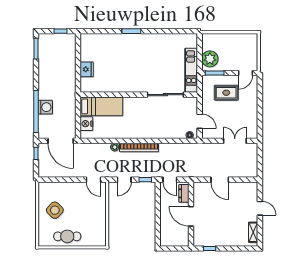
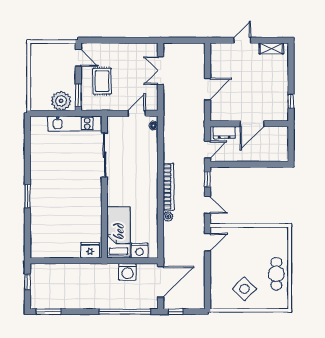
fridge: (87, 69) -> (90, 250), moved
washing machine: (45, 107) -> (127, 272), moved, turned 180

